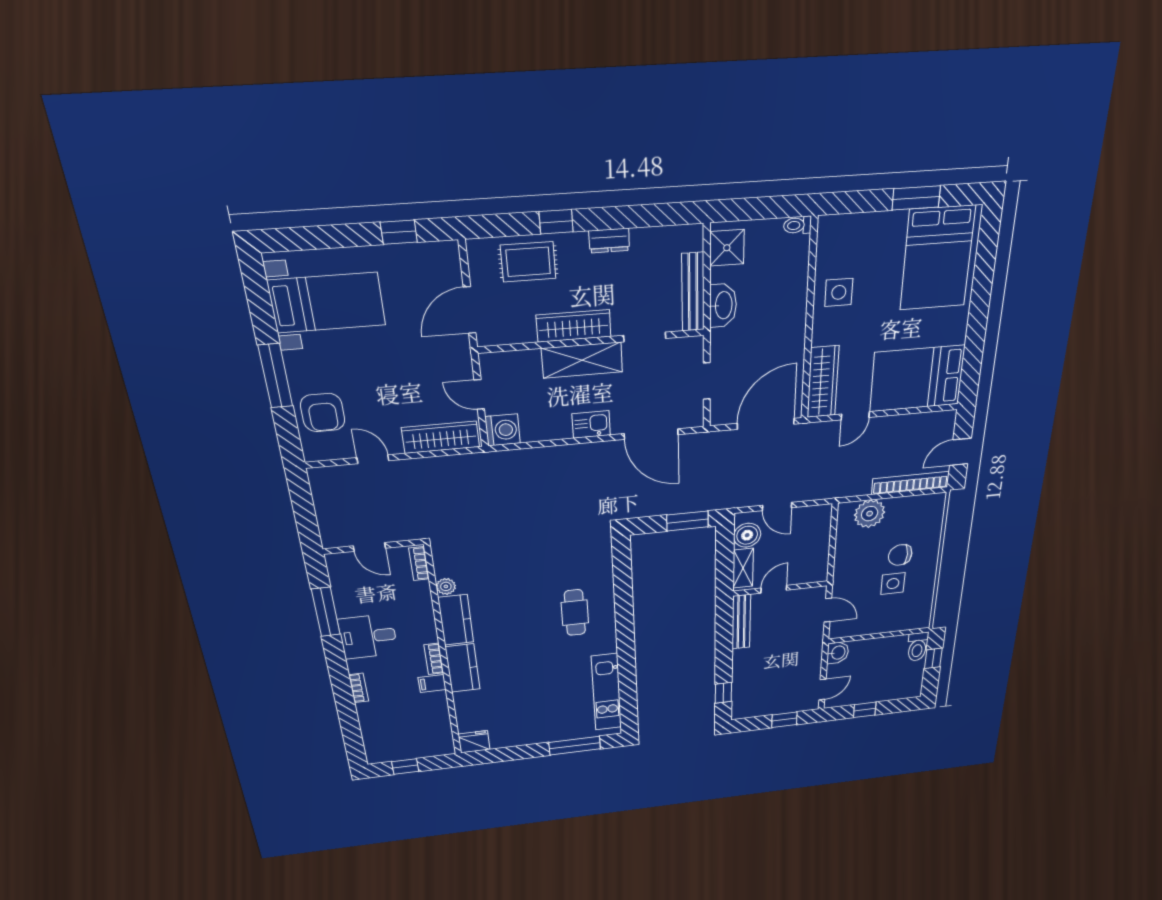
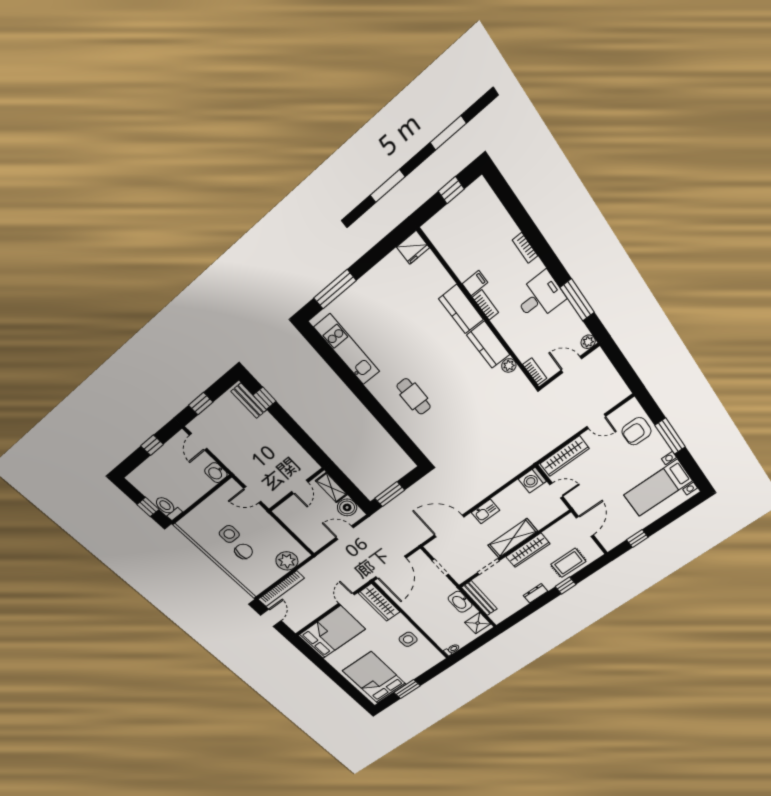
armchair: (323, 413) -> (636, 431), turned -90
plant: (335, 561) -> (588, 342), added
bench: (741, 622) -> (249, 401), moved, width x0.73

